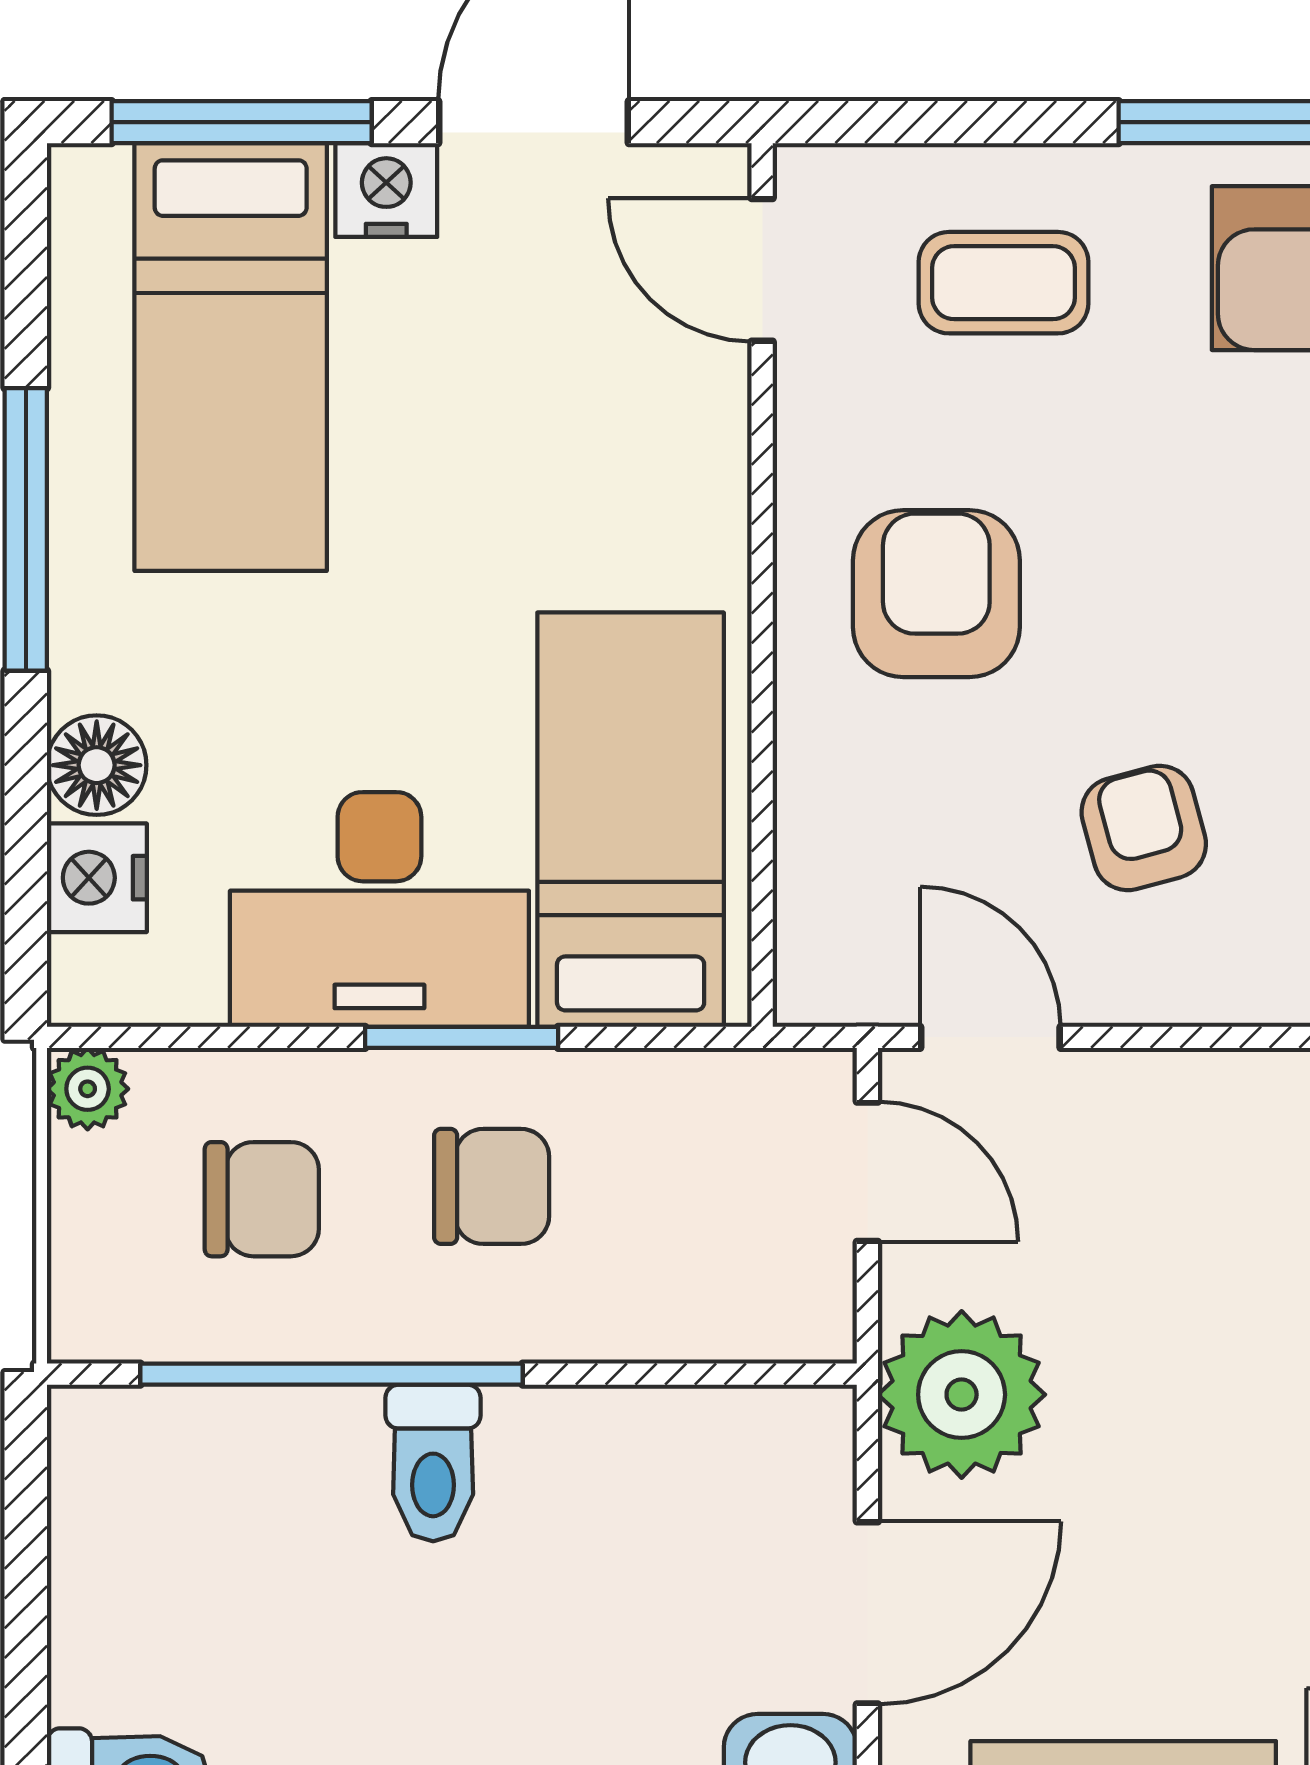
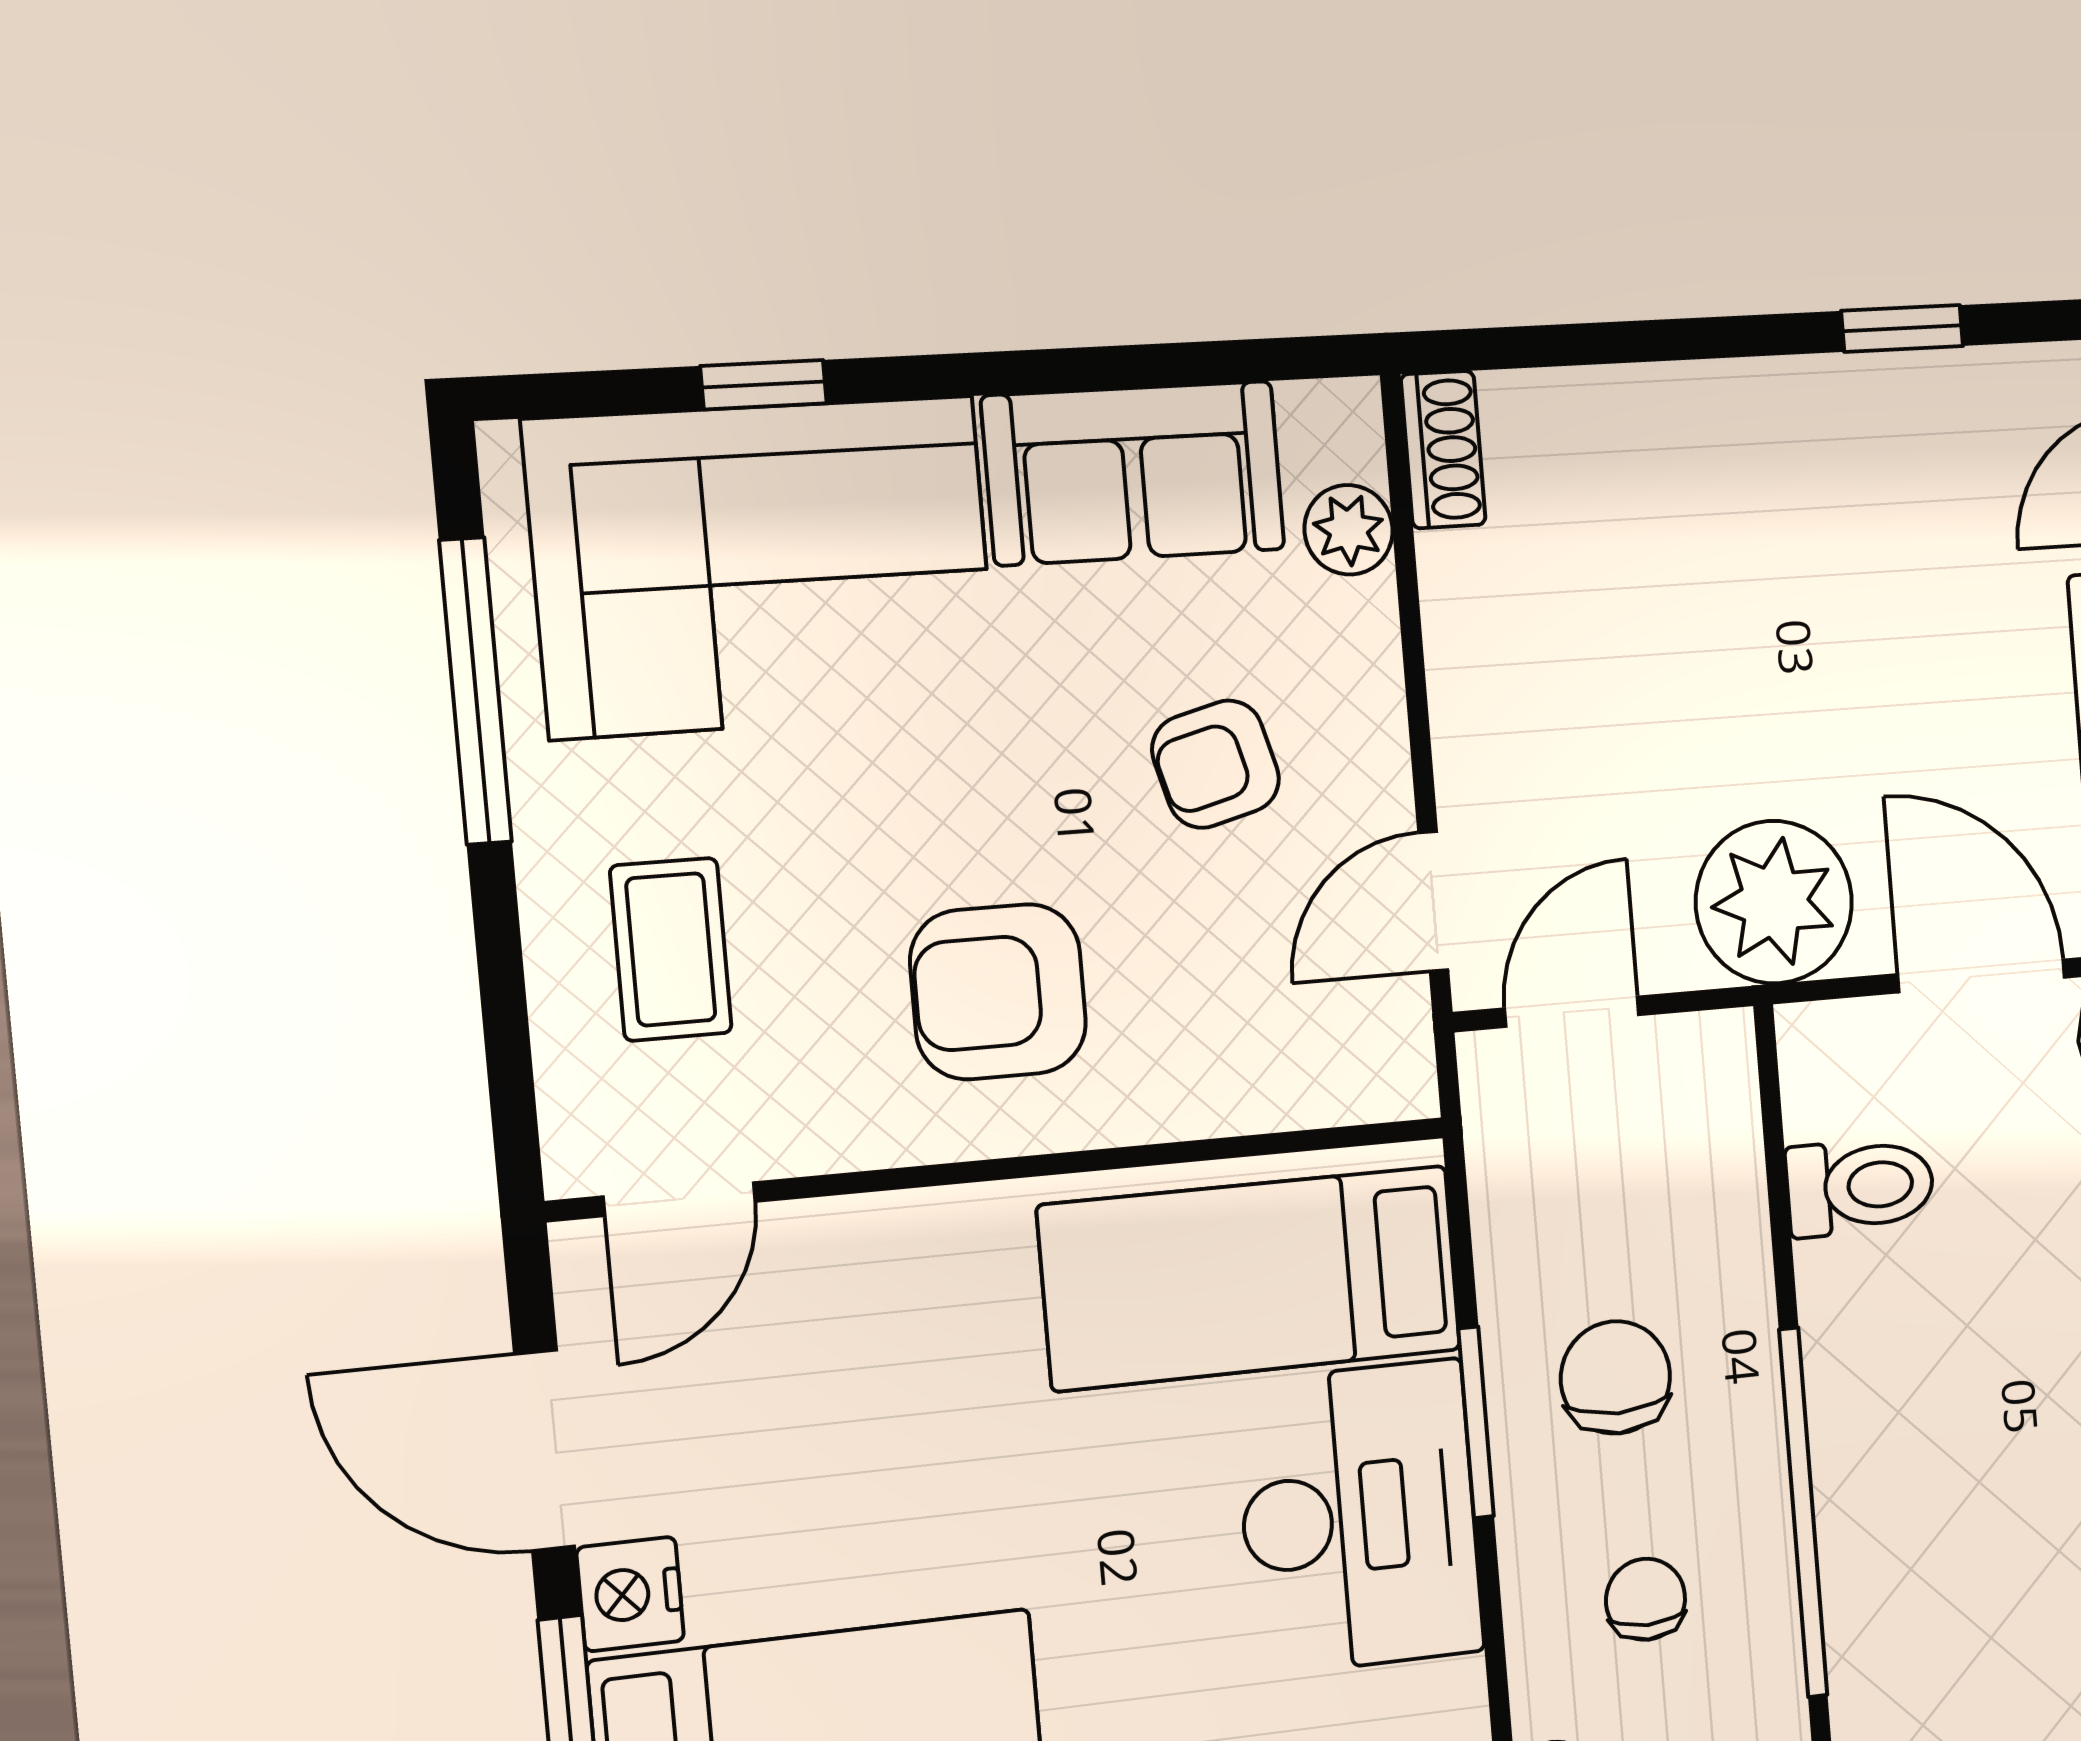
chair: (262, 1199) -> (1646, 1599), width x0.73, depth x0.73
toilet: (433, 1463) -> (1860, 1186), moved

